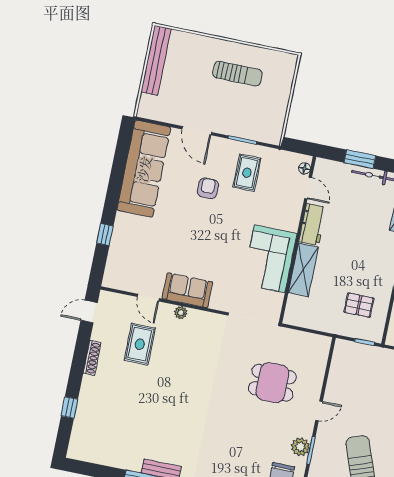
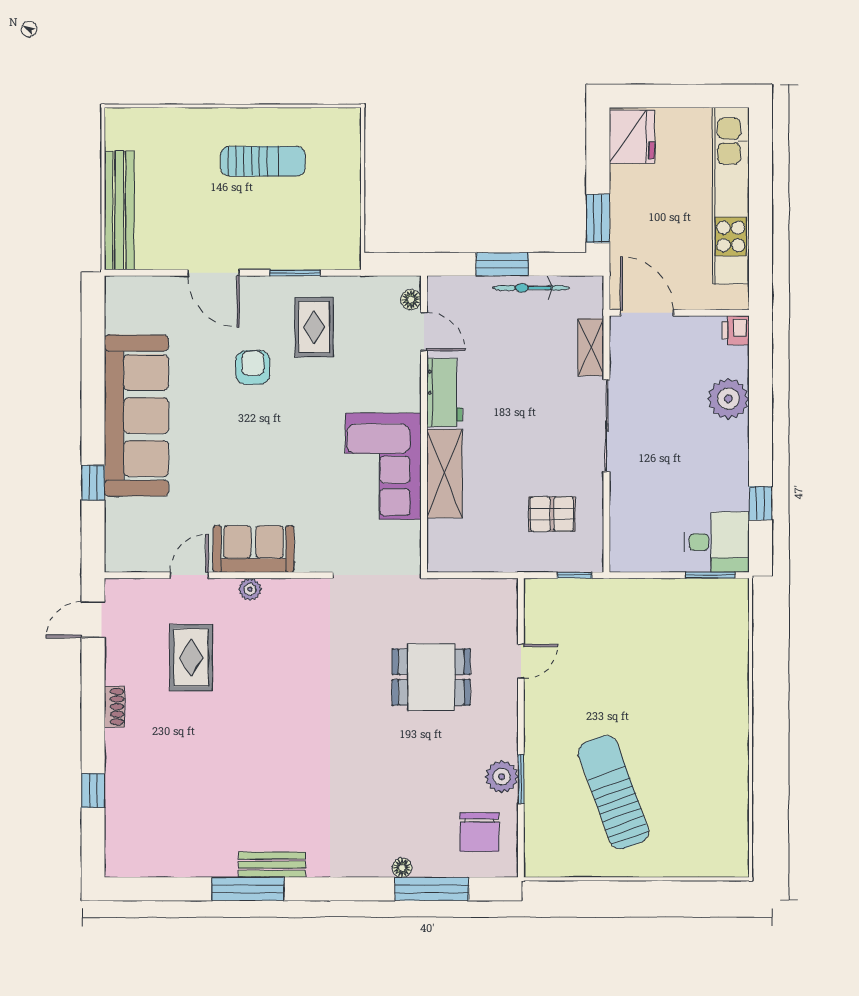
bench: (156, 60) -> (119, 210), moved
sofa: (144, 169) -> (136, 416), moved
door: (148, 298) -> (189, 575), swing flipped
shoe rack: (92, 358) -> (114, 707), width x0.70
door: (319, 411) -> (521, 661), moved

